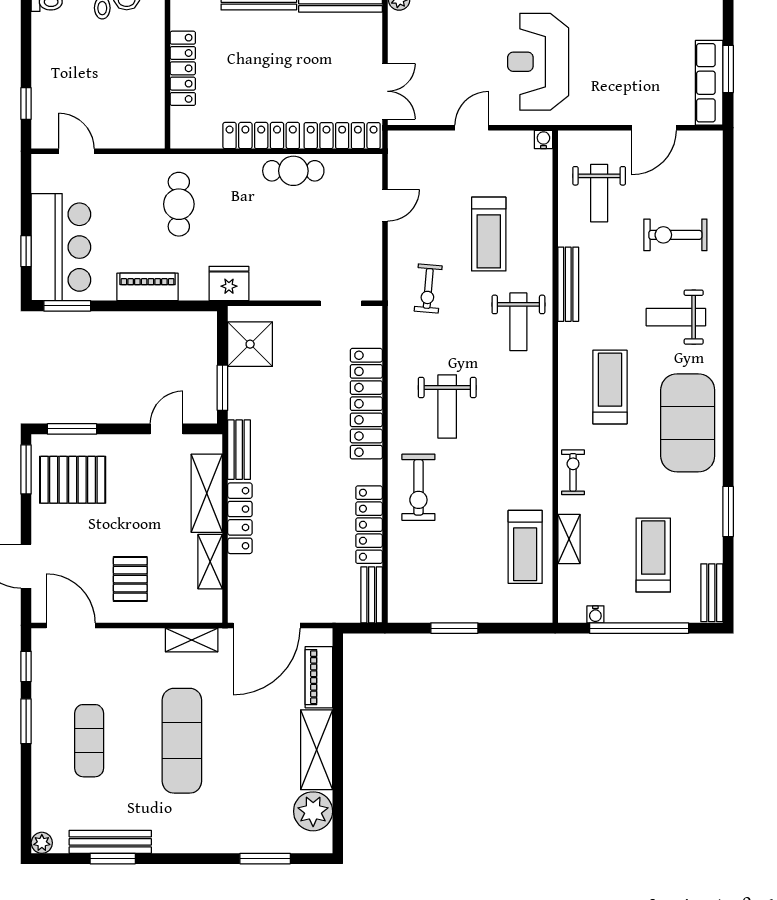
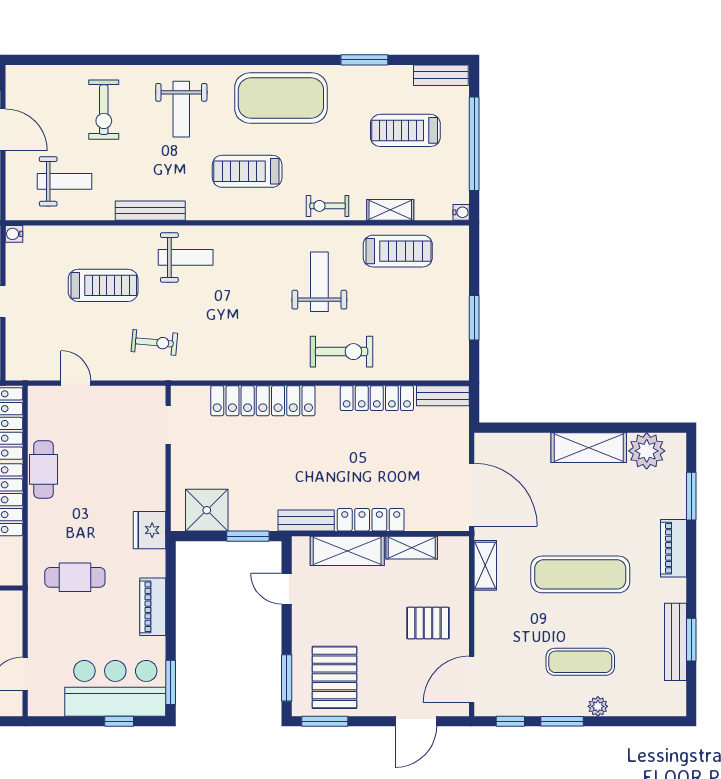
weight bench: (447, 407) -> (319, 282), moved, turned -90
water cooler: (595, 614) -> (461, 212), moved
piano: (319, 677) -> (673, 548), moved, turned 90
plant: (42, 843) -> (598, 706), moved

